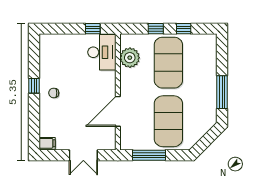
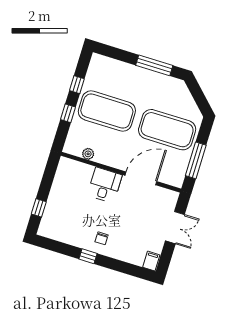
window: (93, 29) -> (39, 208), moved
desk: (102, 52) -> (105, 185), moved, width x0.73
plant: (130, 58) -> (88, 154), width x0.53, depth x0.53
door: (118, 111) -> (141, 178), swing flipped

